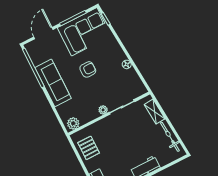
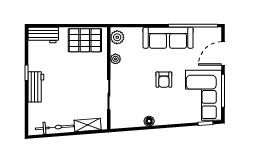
door: (43, 33) -> (223, 53), swing flipped
plant: (103, 110) -> (115, 59), moved
pallet: (89, 148) -> (85, 40), width x1.50, depth x1.42

